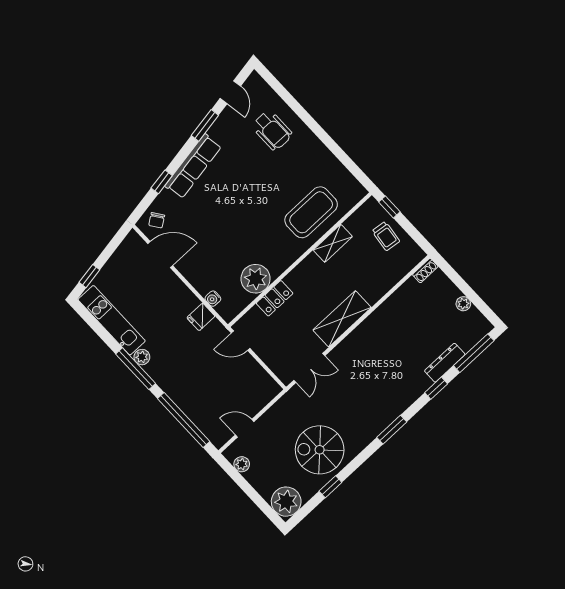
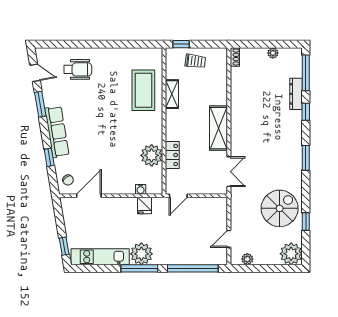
plant: (142, 357) -> (141, 254), width x1.88, depth x1.88
spiral stairs: (320, 450) -> (280, 208), turned 180

